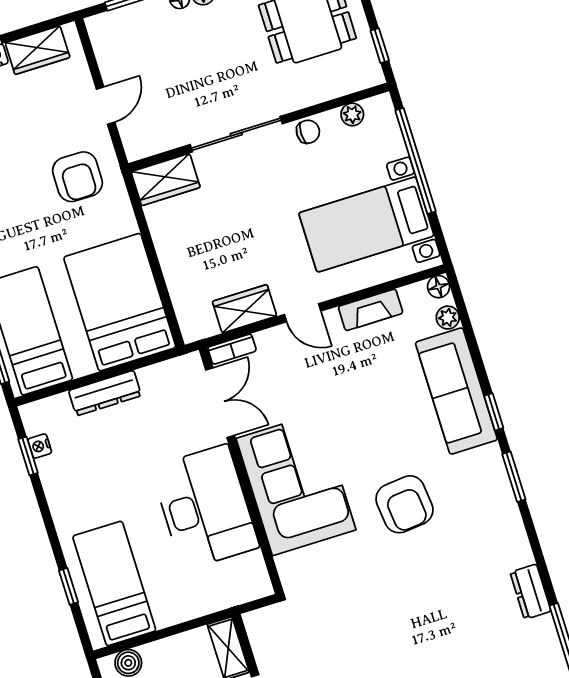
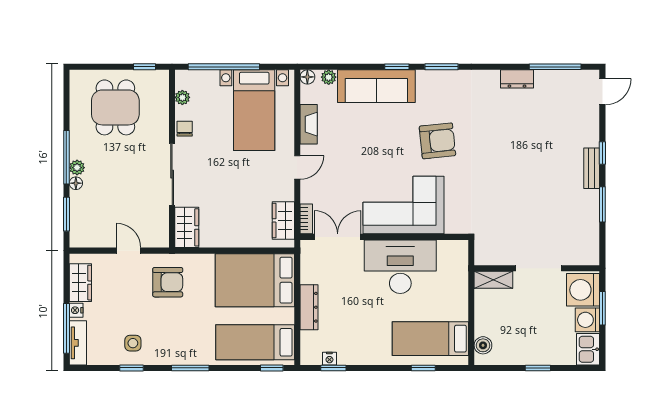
wardrobe: (245, 309) -> (283, 220), moved

